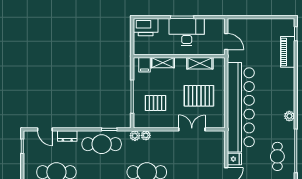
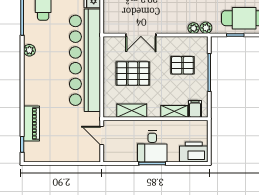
desk: (187, 32) -> (152, 146), width x0.73

